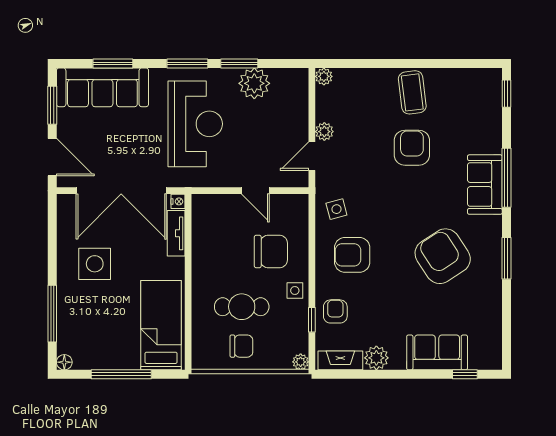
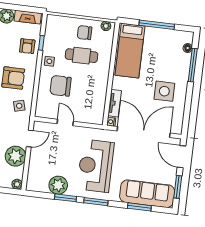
plant: (324, 132) -> (15, 156), width x1.88, depth x1.88
floor lamp: (64, 362) -> (188, 48), moved
plant: (301, 362) -> (106, 26), moved

